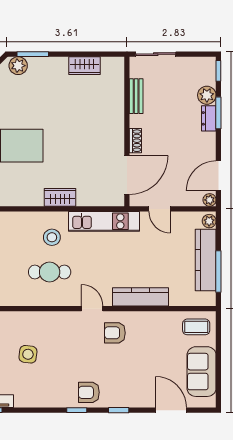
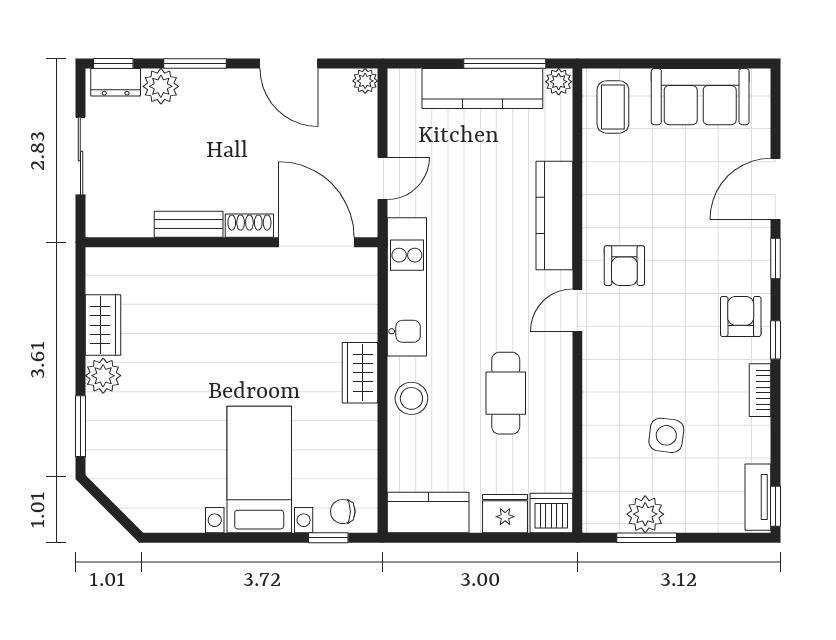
sliding door: (156, 54) -> (80, 156), moved
plant: (18, 66) -> (103, 376), moved
bench: (136, 96) -> (189, 224), moved
dresser: (209, 118) -> (116, 82), moved
door: (218, 176) -> (289, 64), moved
plant: (209, 221) -> (559, 82), moved
stool: (52, 237) -> (411, 398), moved
armchair: (89, 392) -> (741, 317), turned 180
bookcase: (51, 402) -> (760, 390), added
door: (171, 410) -> (775, 189), moved

